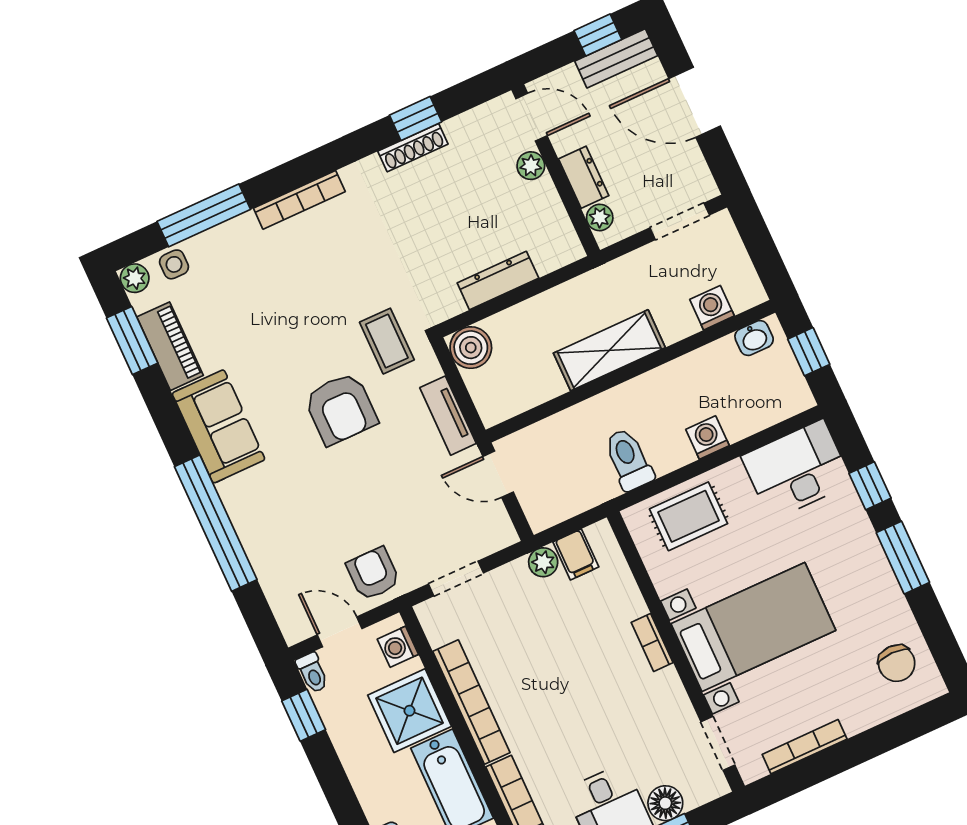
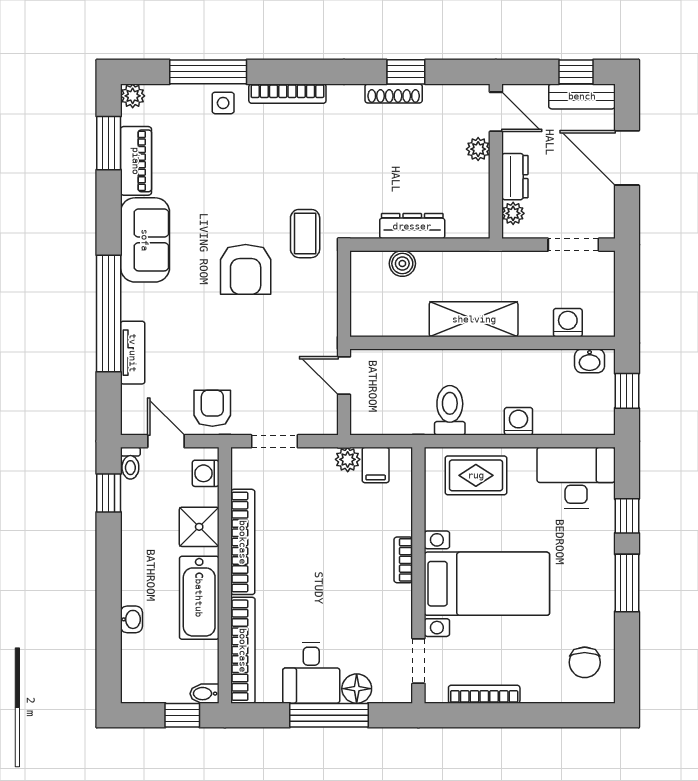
side table: (174, 264) -> (223, 103), moved
boiler: (471, 348) -> (402, 264), moved, width x0.73, depth x0.73
tv unit: (448, 416) -> (133, 353), moved, turned 180
shower: (410, 711) -> (199, 527), width x0.73, depth x0.73

